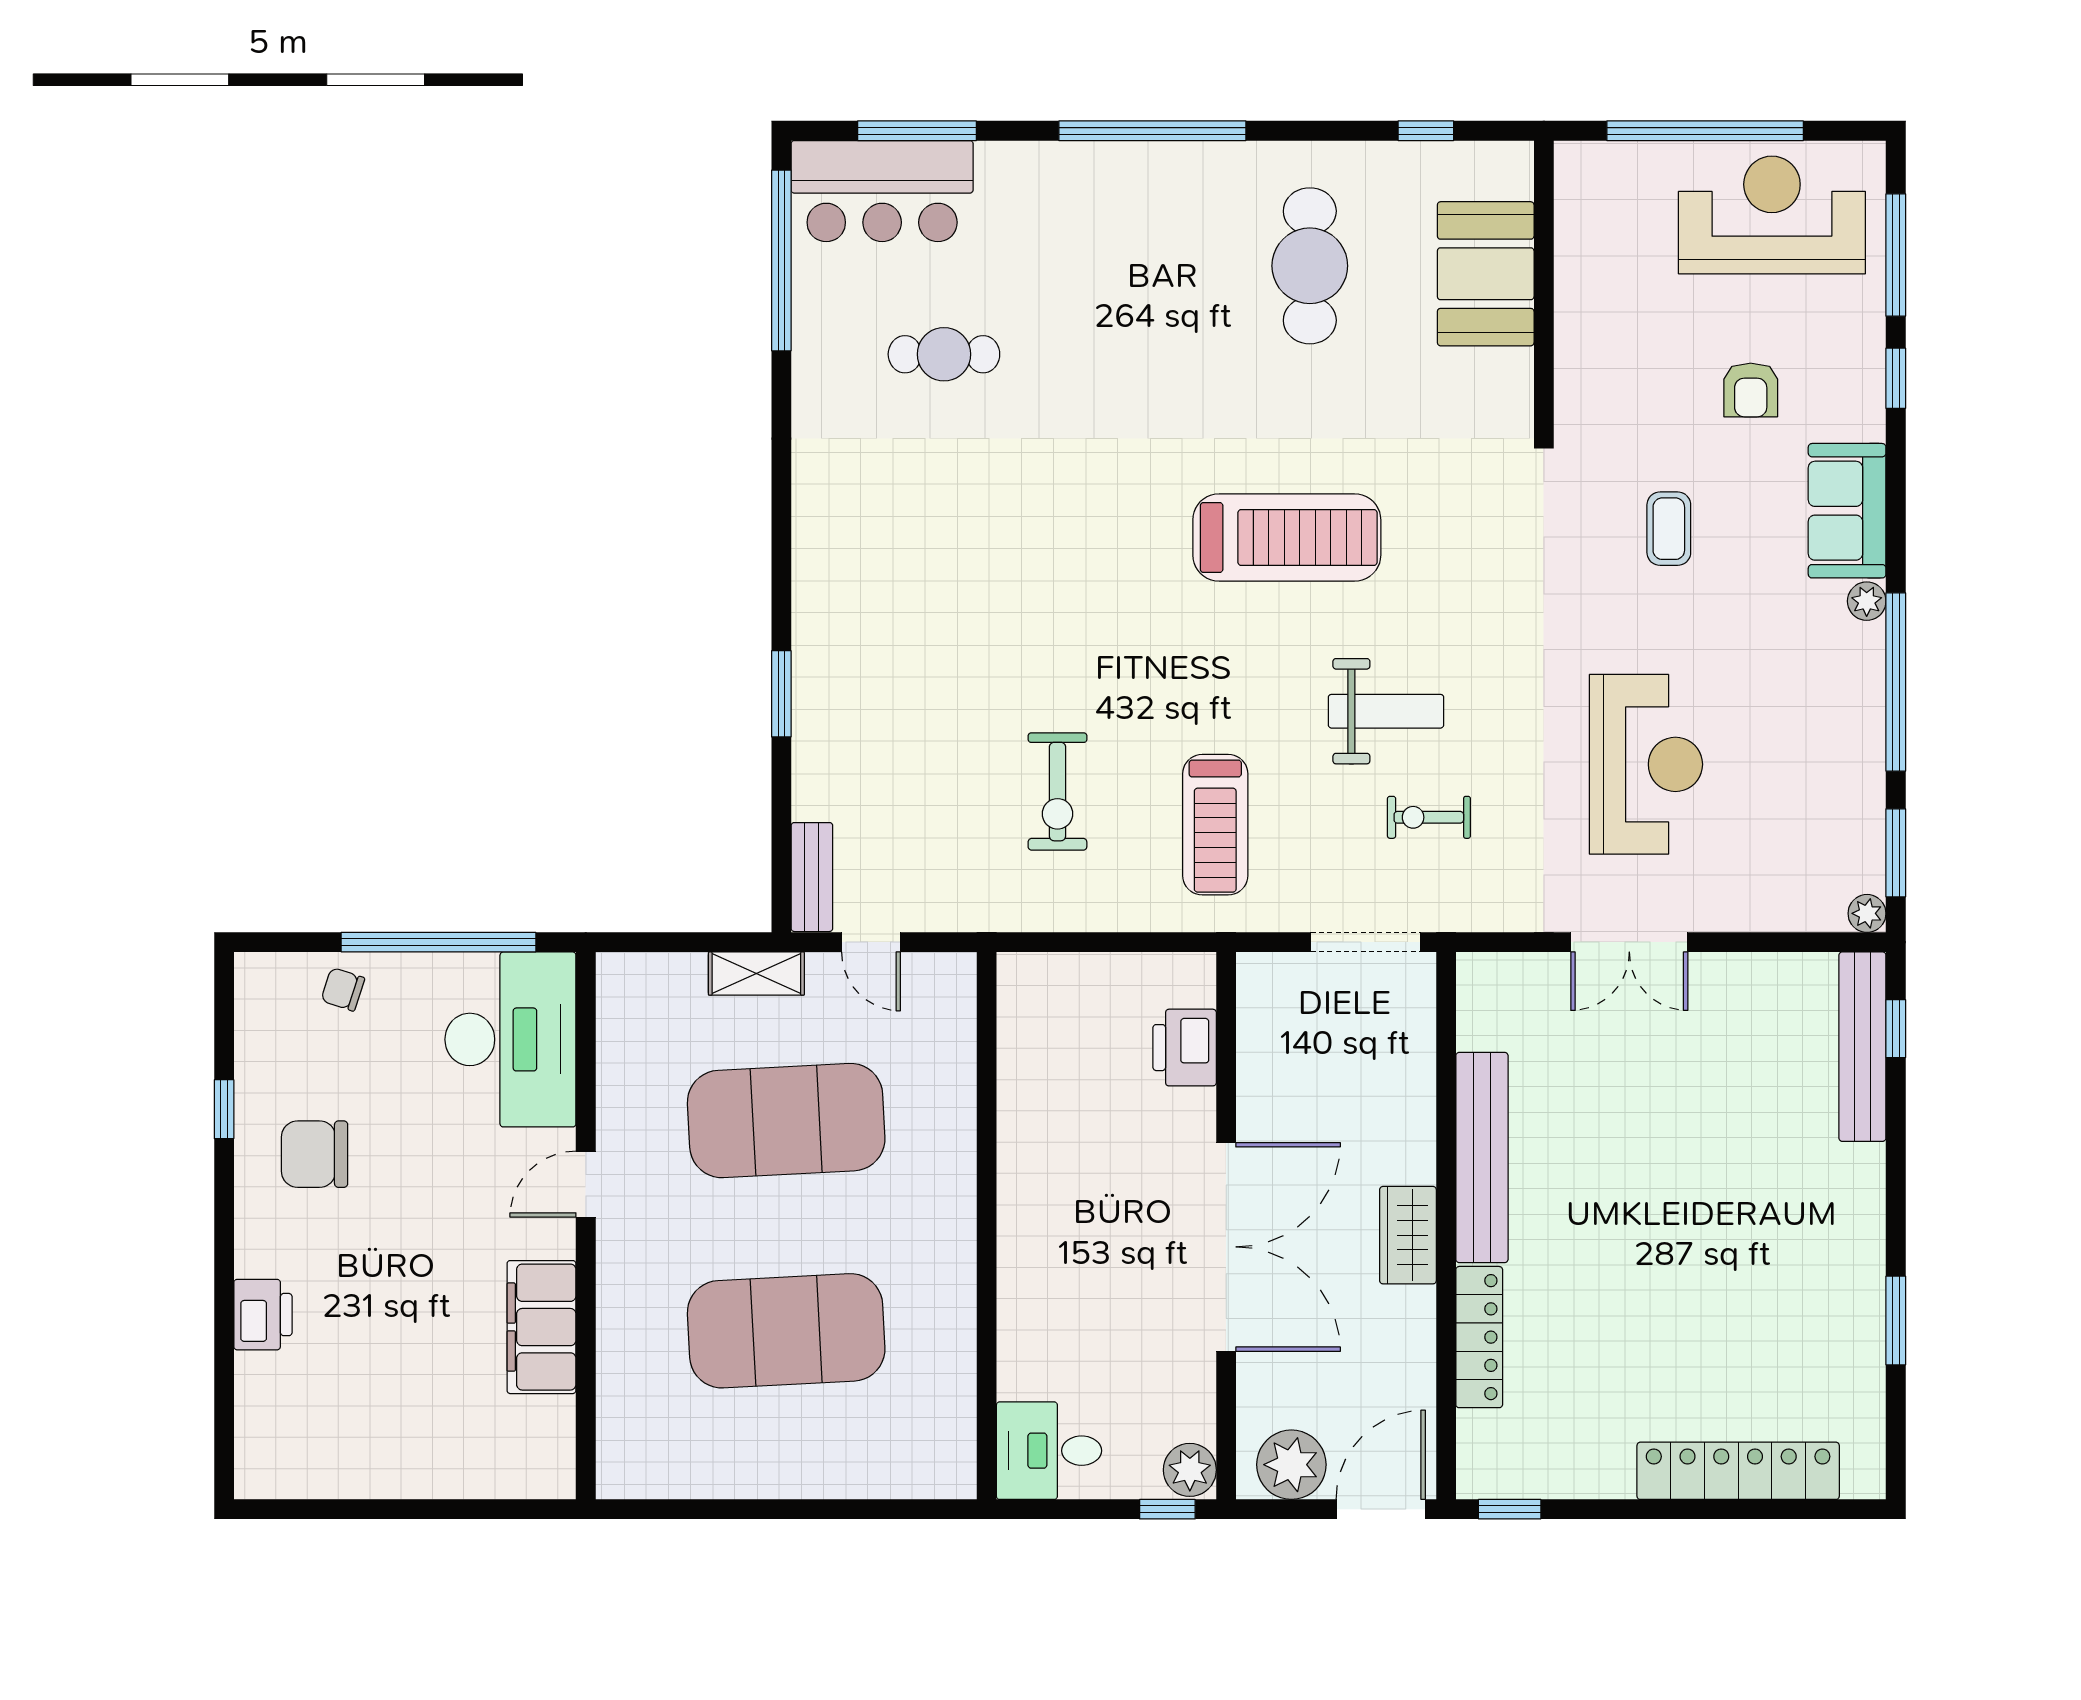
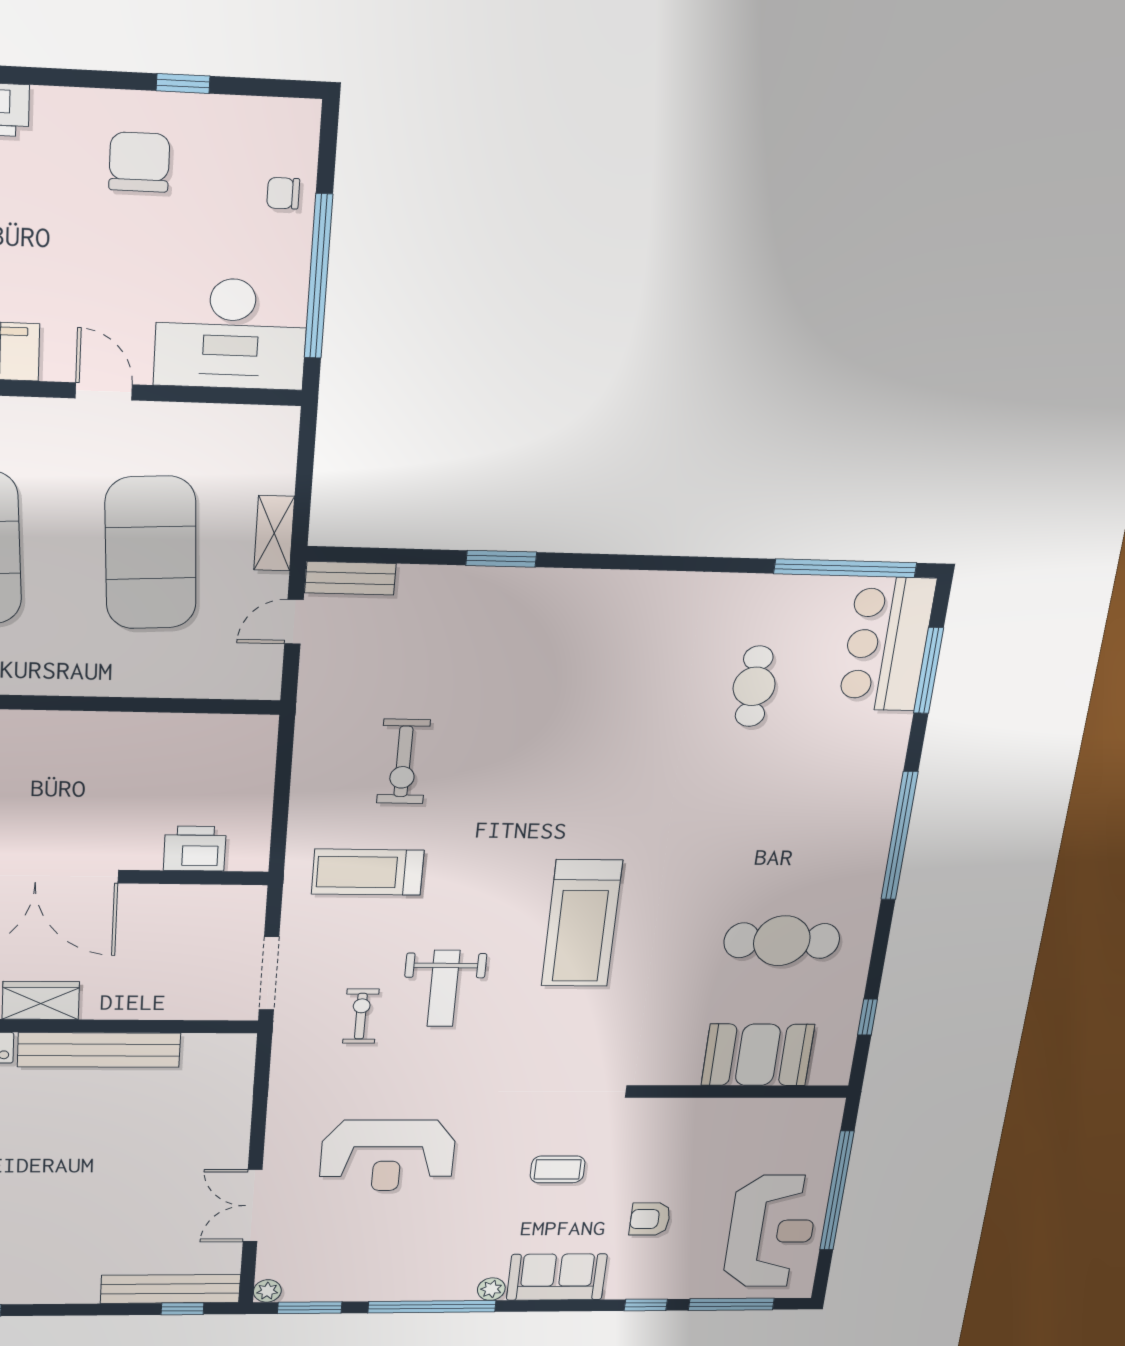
exercise bike: (1057, 792) -> (403, 761), turned -90
double door: (1629, 942) -> (253, 1206), moved
chair: (343, 989) -> (283, 193), turned -108

